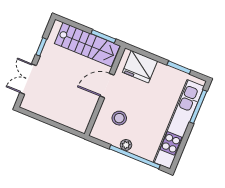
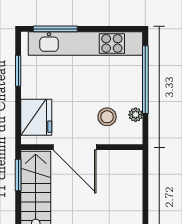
door: (107, 86) -> (75, 147), width x1.36
plant: (126, 145) -> (136, 115), moved

